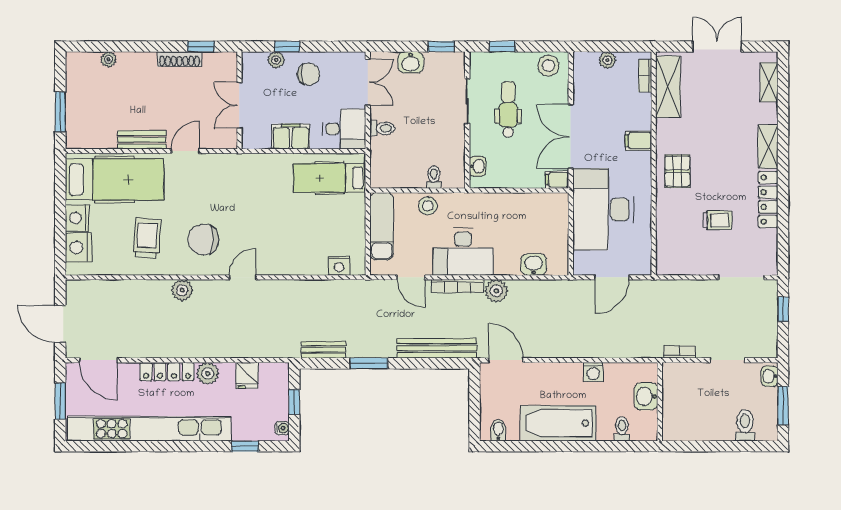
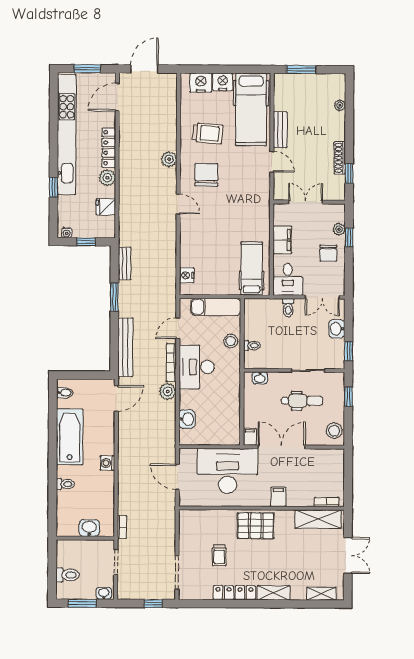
plant: (607, 60) -> (338, 474), removed
pallet: (677, 171) -> (256, 526), width x1.50, depth x1.42
washbasin: (646, 396) -> (89, 528), moved
wall: (660, 402) -> (85, 538), moved
window: (245, 446) -> (54, 187), moved

